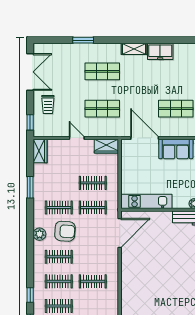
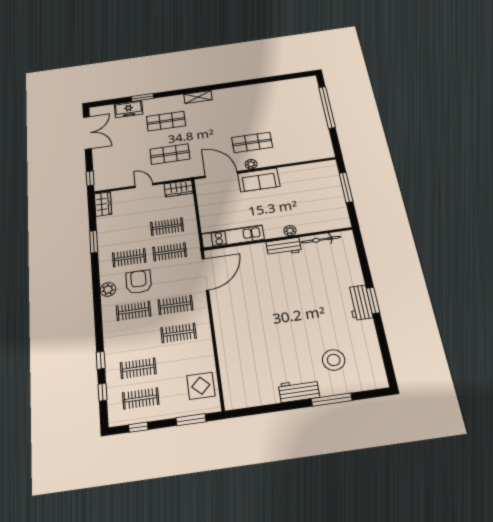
freezer: (160, 51) -> (129, 109), moved
trolley: (48, 105) -> (109, 159), removed
plant: (172, 132) -> (251, 164), added
armchair: (65, 231) -> (139, 282), turned -94
clothes rail: (59, 281) -> (175, 305), moved

